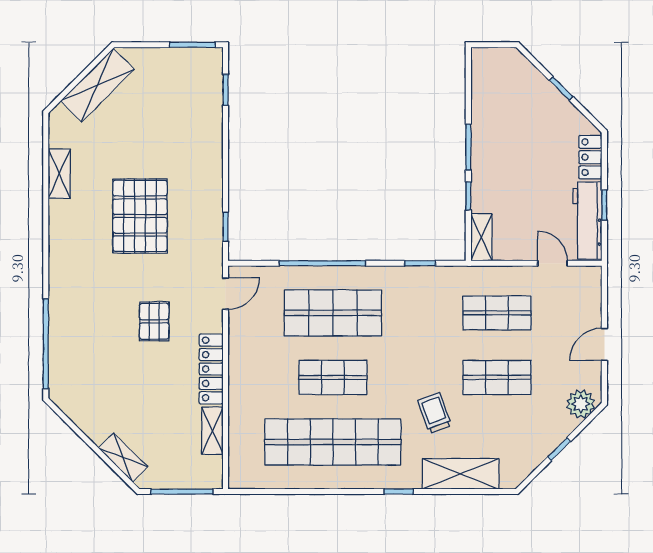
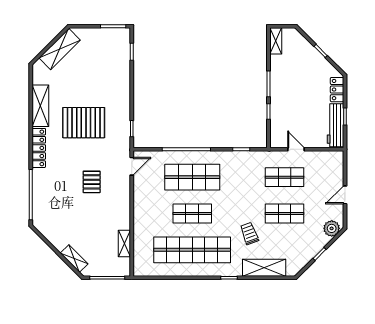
shelving: (59, 174) -> (40, 106), width x1.50, depth x1.33
pallet: (140, 216) -> (84, 123), turned 90
shelving: (481, 237) -> (276, 41), moved
door: (552, 263) -> (296, 149), moved
locker: (211, 369) -> (39, 148), moved, turned 180

